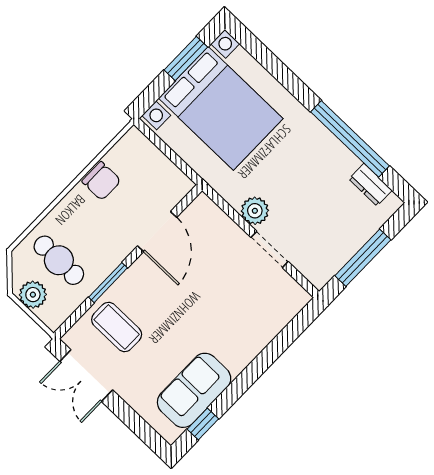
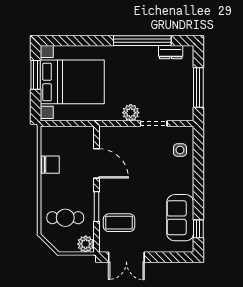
plant: (33, 295) -> (86, 244), moved
side table: (270, 310) -> (180, 150), added

